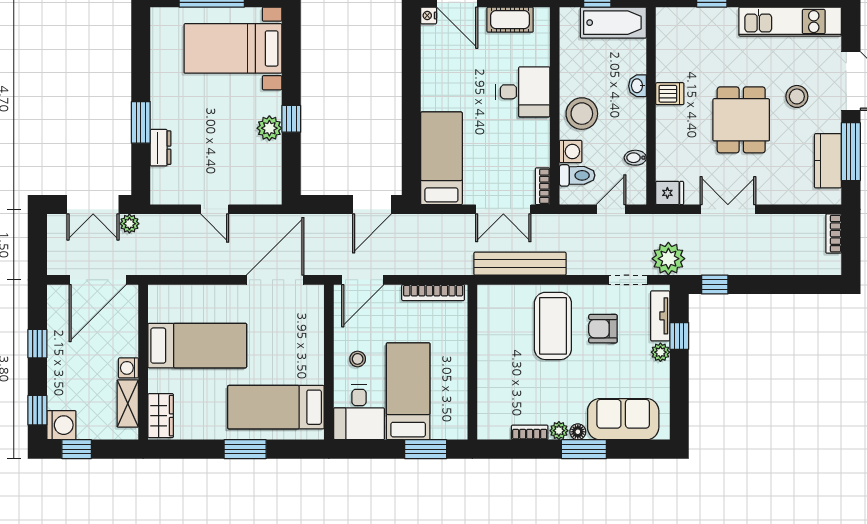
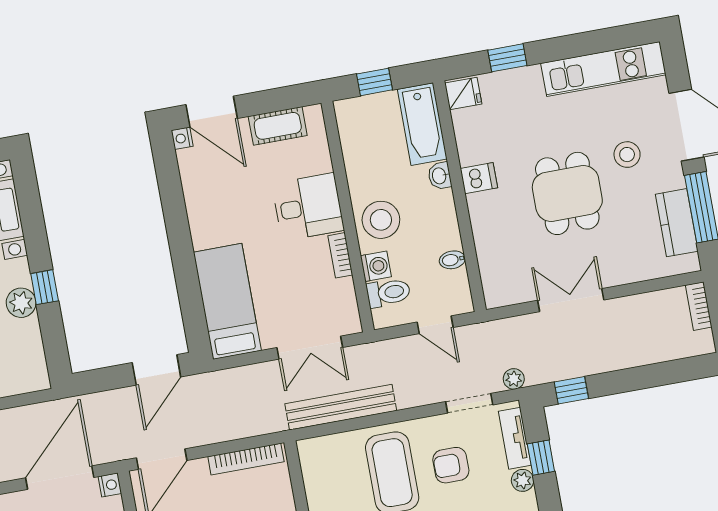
bathtub: (613, 23) -> (422, 124), moved, turned 90
bookcase: (543, 186) -> (340, 255), moved
fridge: (670, 193) -> (463, 93), moved
door: (611, 209) -> (435, 325), swing flipped
plant: (668, 259) -> (514, 379), width x0.53, depth x0.53
nightstand: (316, 294) -> (110, 485), added

